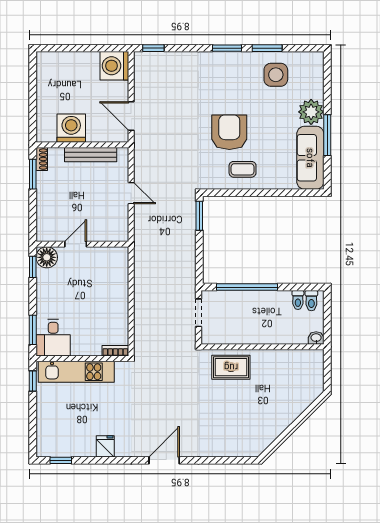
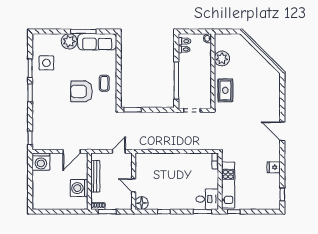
door: (76, 244) -> (134, 185), moved
wall: (82, 244) -> (134, 181), moved
floor lamp: (47, 257) -> (142, 203), moved
plant: (283, 362) -> (222, 58), added

